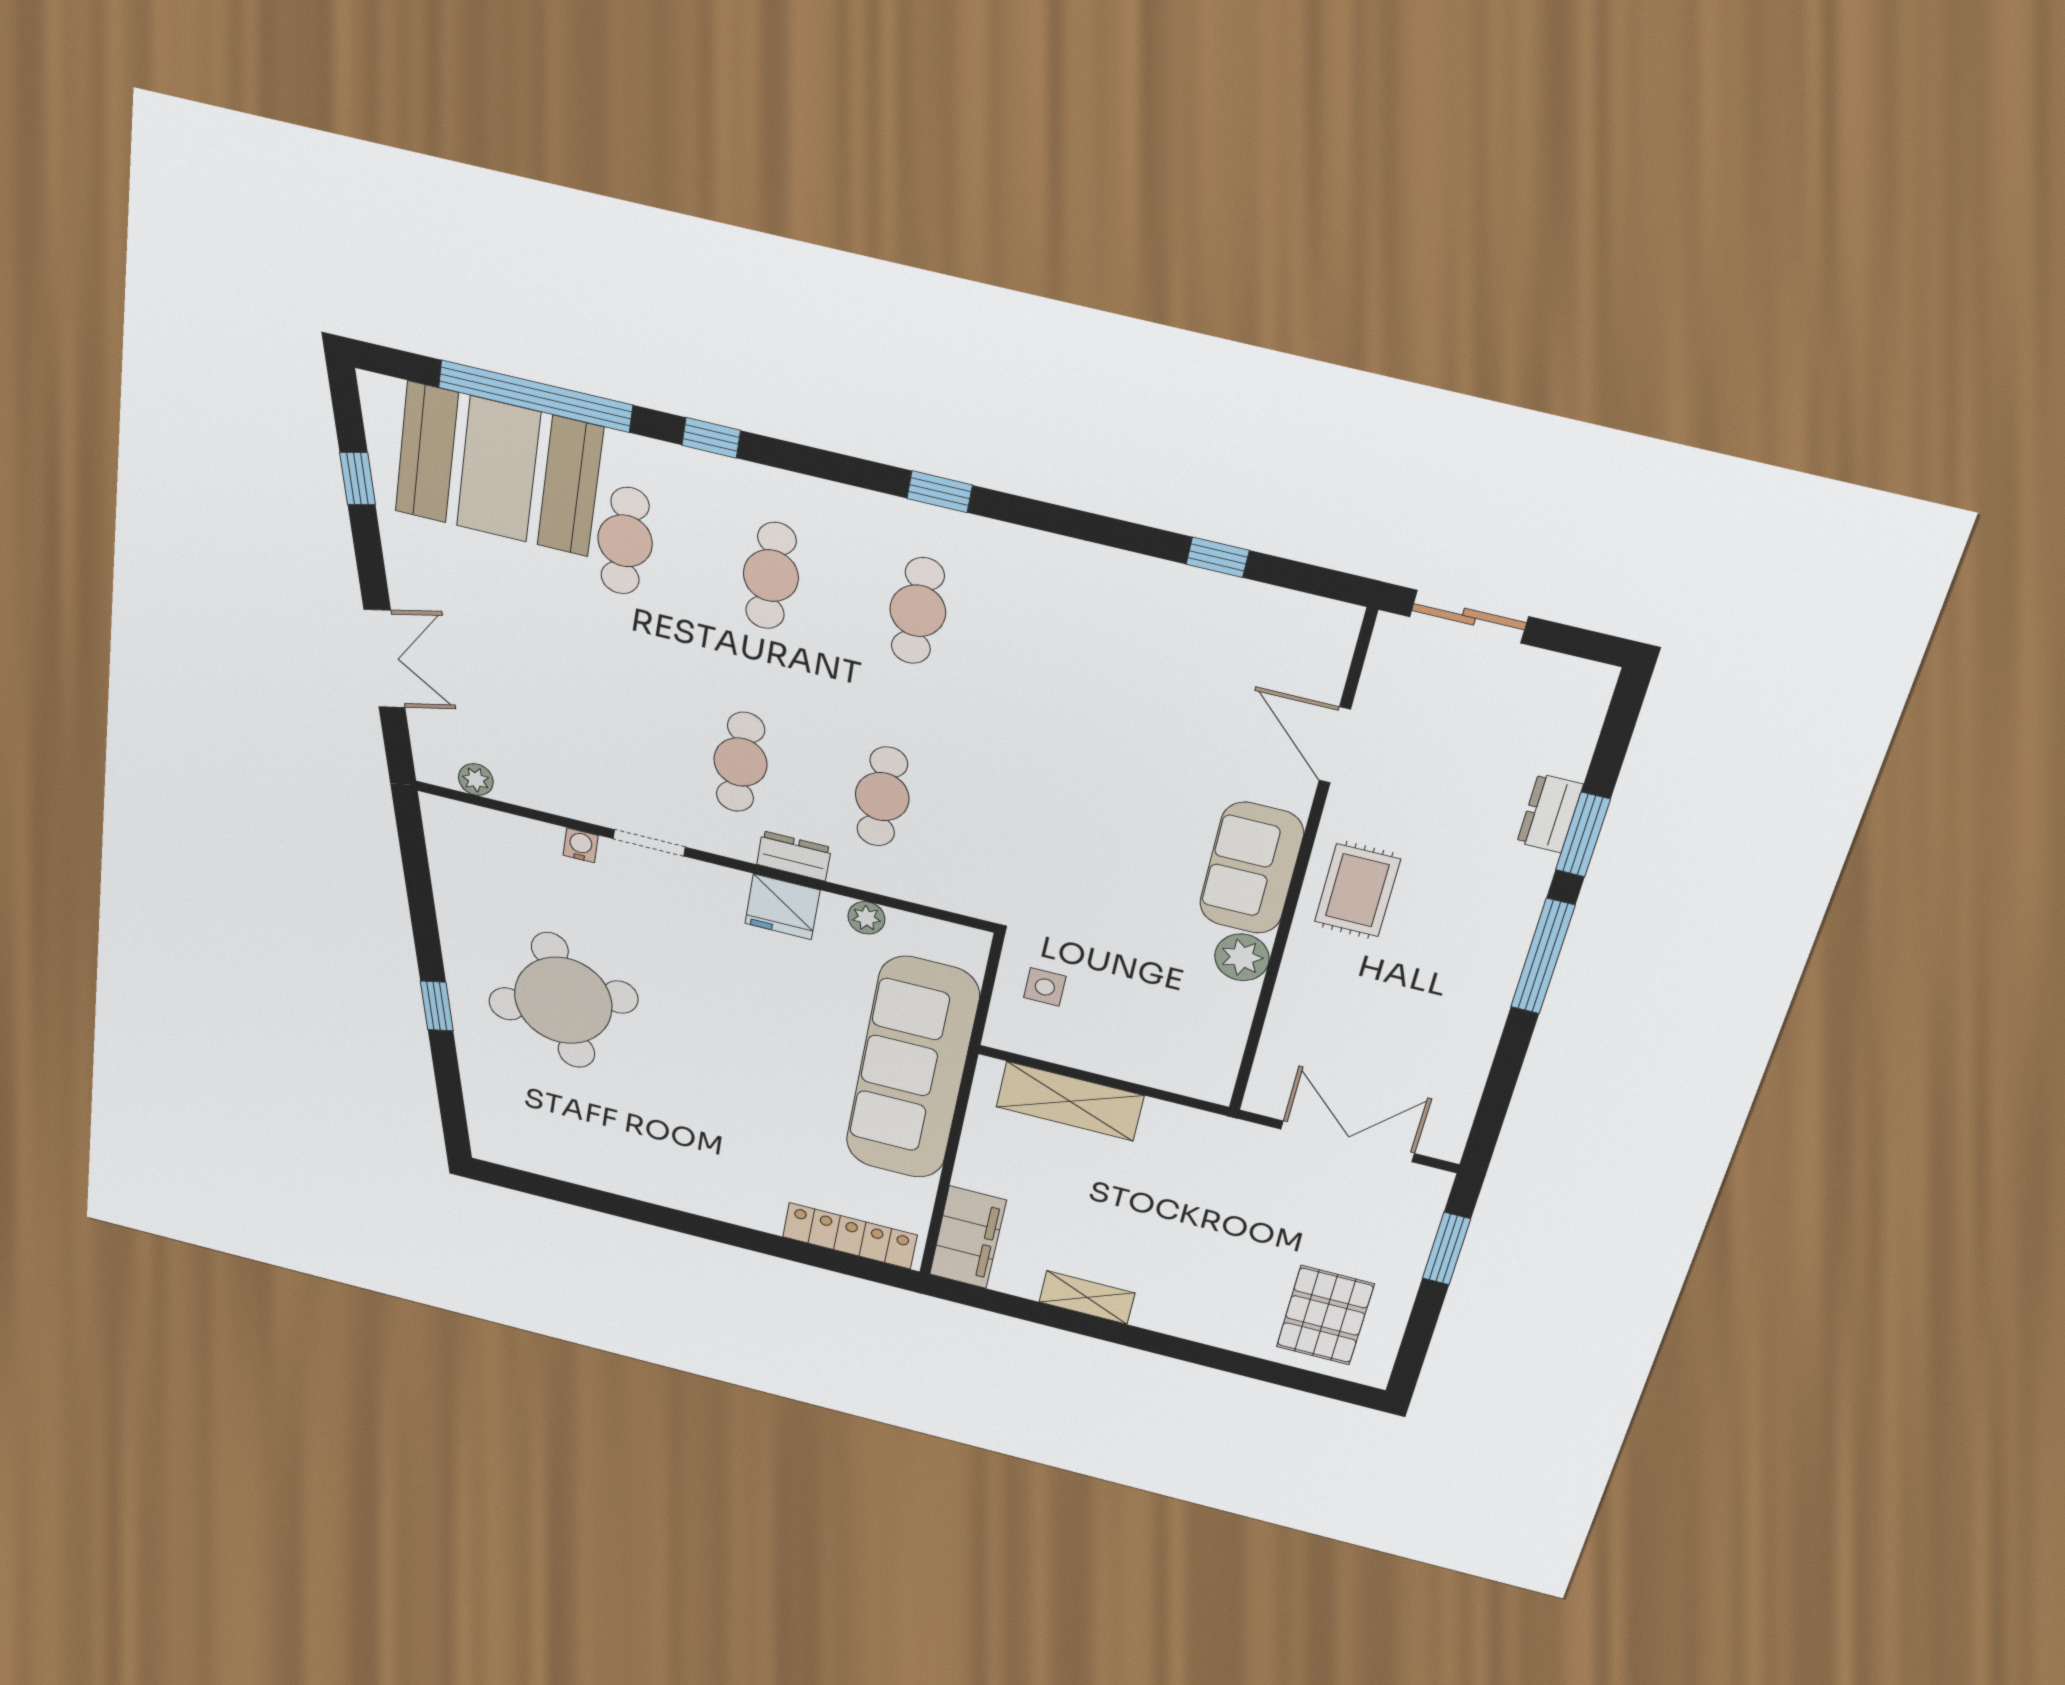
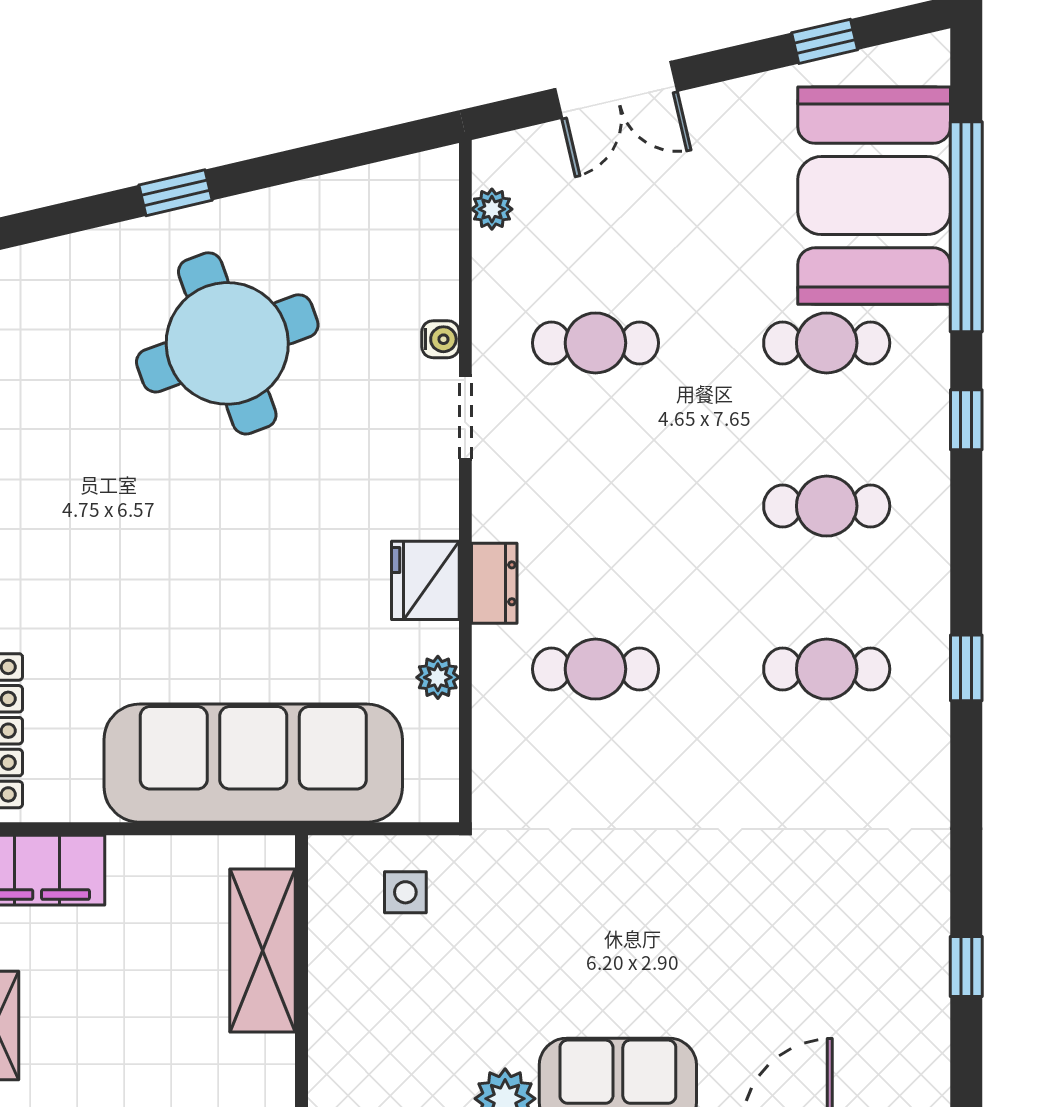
cafe table: (741, 762) -> (595, 343), moved

